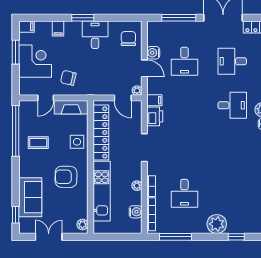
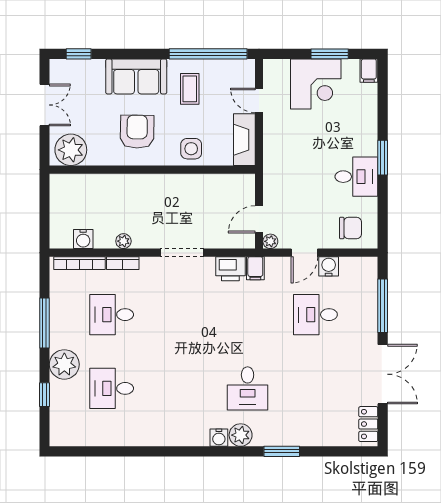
filing cabinet: (58, 29) -> (366, 119), removed
desk: (232, 61) -> (112, 388), moved, turned -90
chair: (68, 78) -> (290, 135), removed
locker: (101, 132) -> (206, 186), removed
kitchen unit: (102, 191) -> (115, 187), removed
sofa: (30, 197) -> (136, 76), moved
plant: (82, 225) -> (71, 150), width x1.87, depth x1.87
window: (176, 237) -> (44, 323), moved

